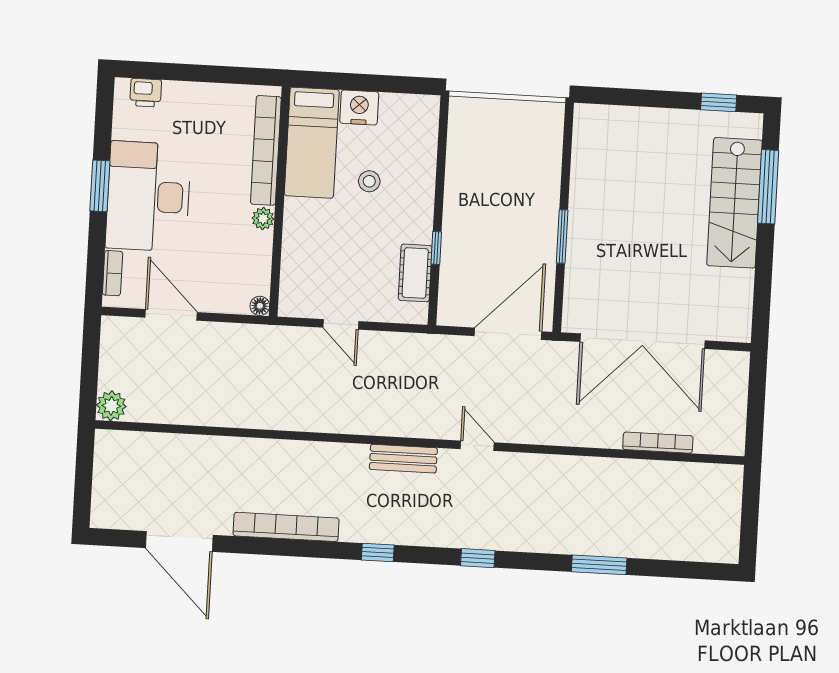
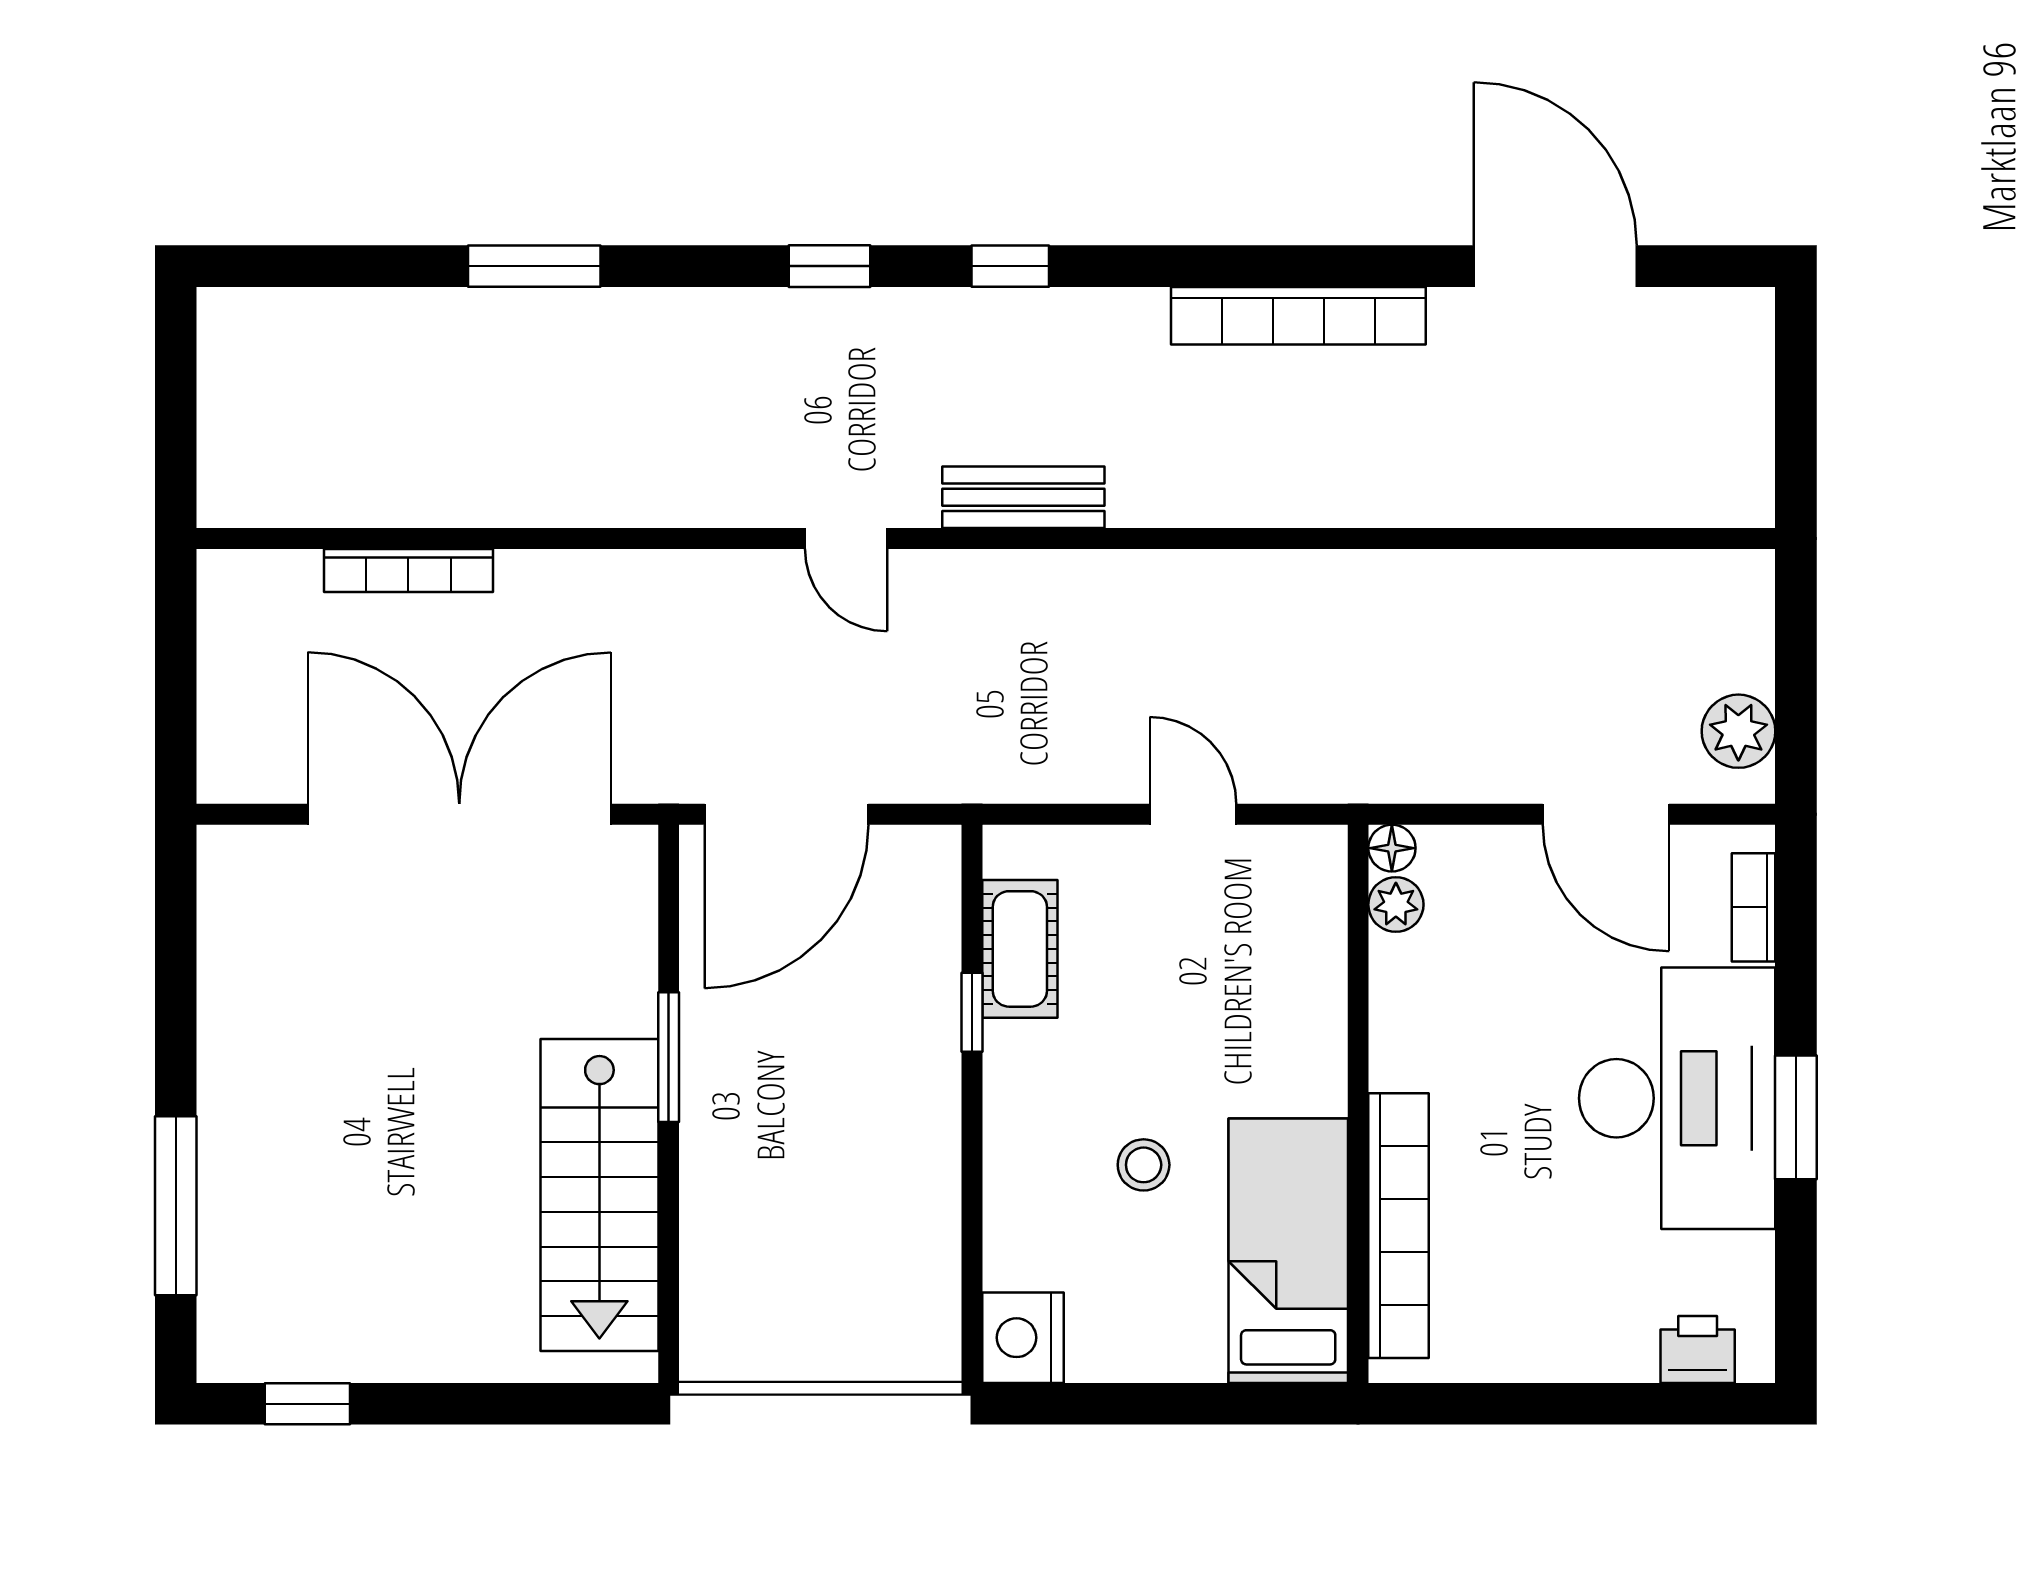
nightstand: (359, 108) -> (1023, 1338), moved, turned 90
stairs: (734, 203) -> (599, 1195), moved, turned 180
plant: (263, 219) -> (1396, 905), moved
plant: (111, 406) -> (1738, 731), moved
window: (378, 552) -> (1010, 266), moved

